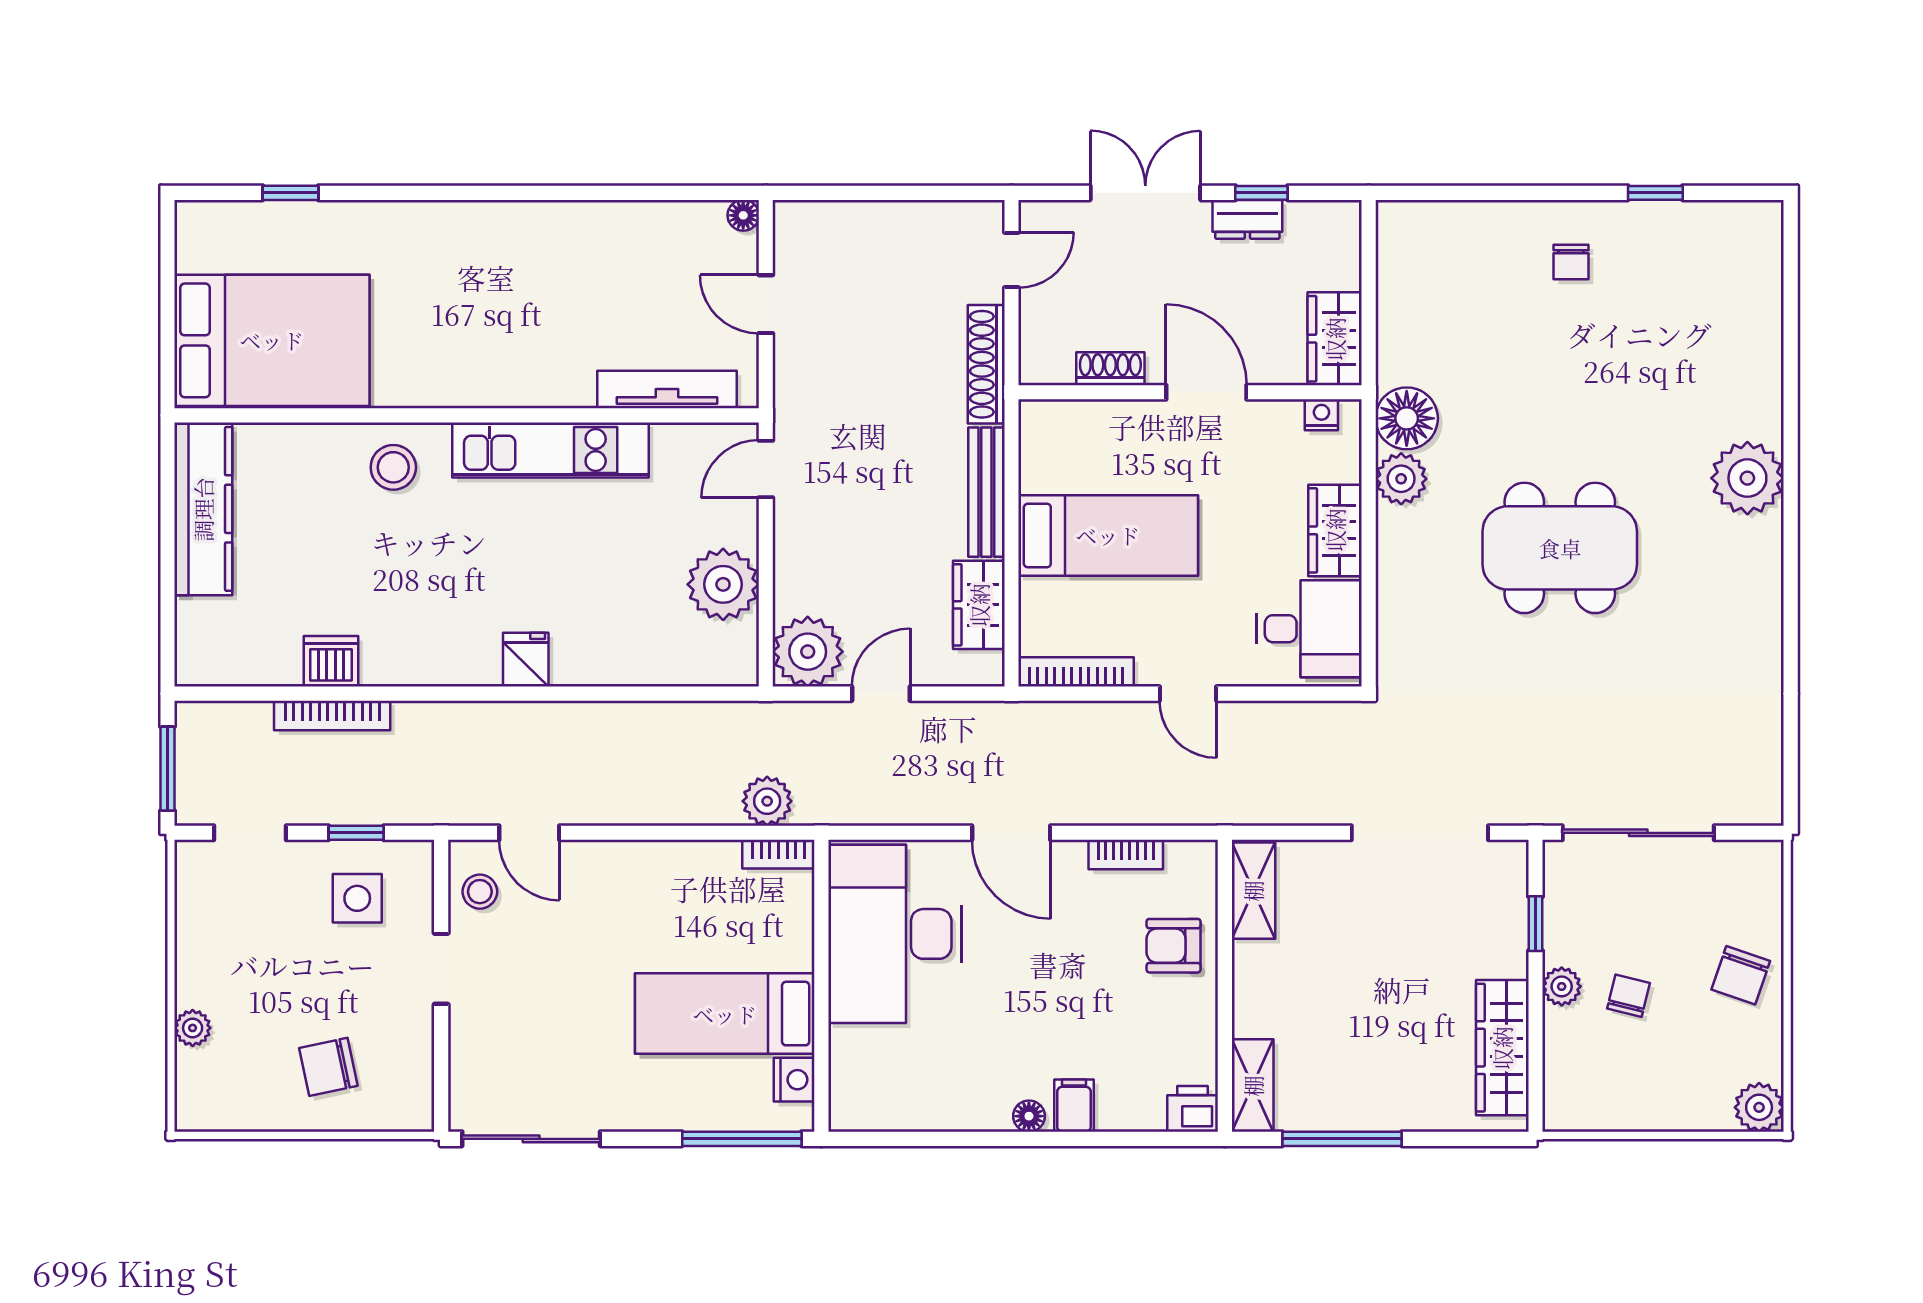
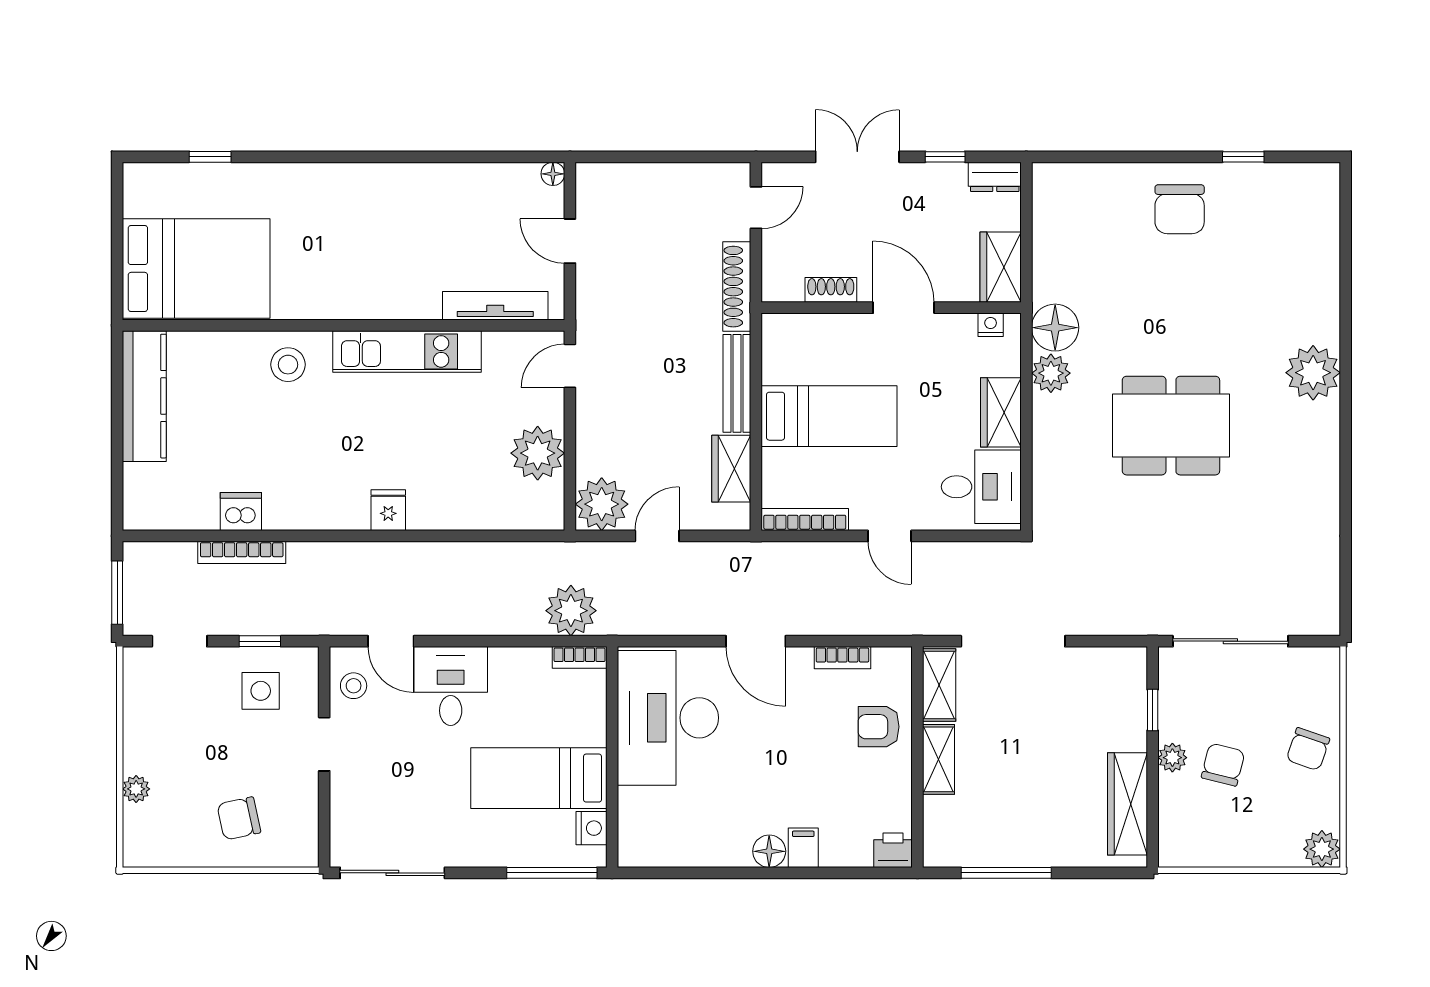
dresser: (1247, 219) -> (995, 177), moved
chair: (1571, 262) -> (1180, 209), width x1.87, depth x1.87
plant: (767, 801) -> (571, 611), width x1.36, depth x1.36
doorway: (1420, 833) -> (1013, 641), moved
desk: (608, 892) -> (451, 686), added
chair: (1629, 996) -> (1223, 765), width x1.37, depth x1.37
shelving: (1253, 1086) -> (938, 759), moved
floor lamp: (1029, 1116) -> (769, 851), width x1.37, depth x1.37

